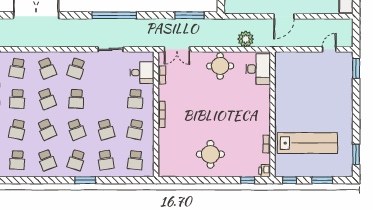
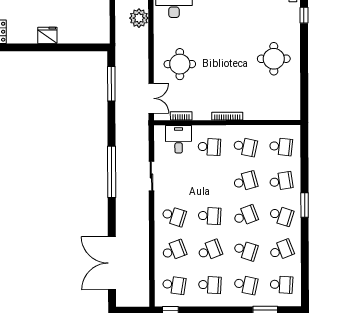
round table: (220, 66) -> (180, 64), moved
school desk: (47, 130) -> (246, 250), turned 42

